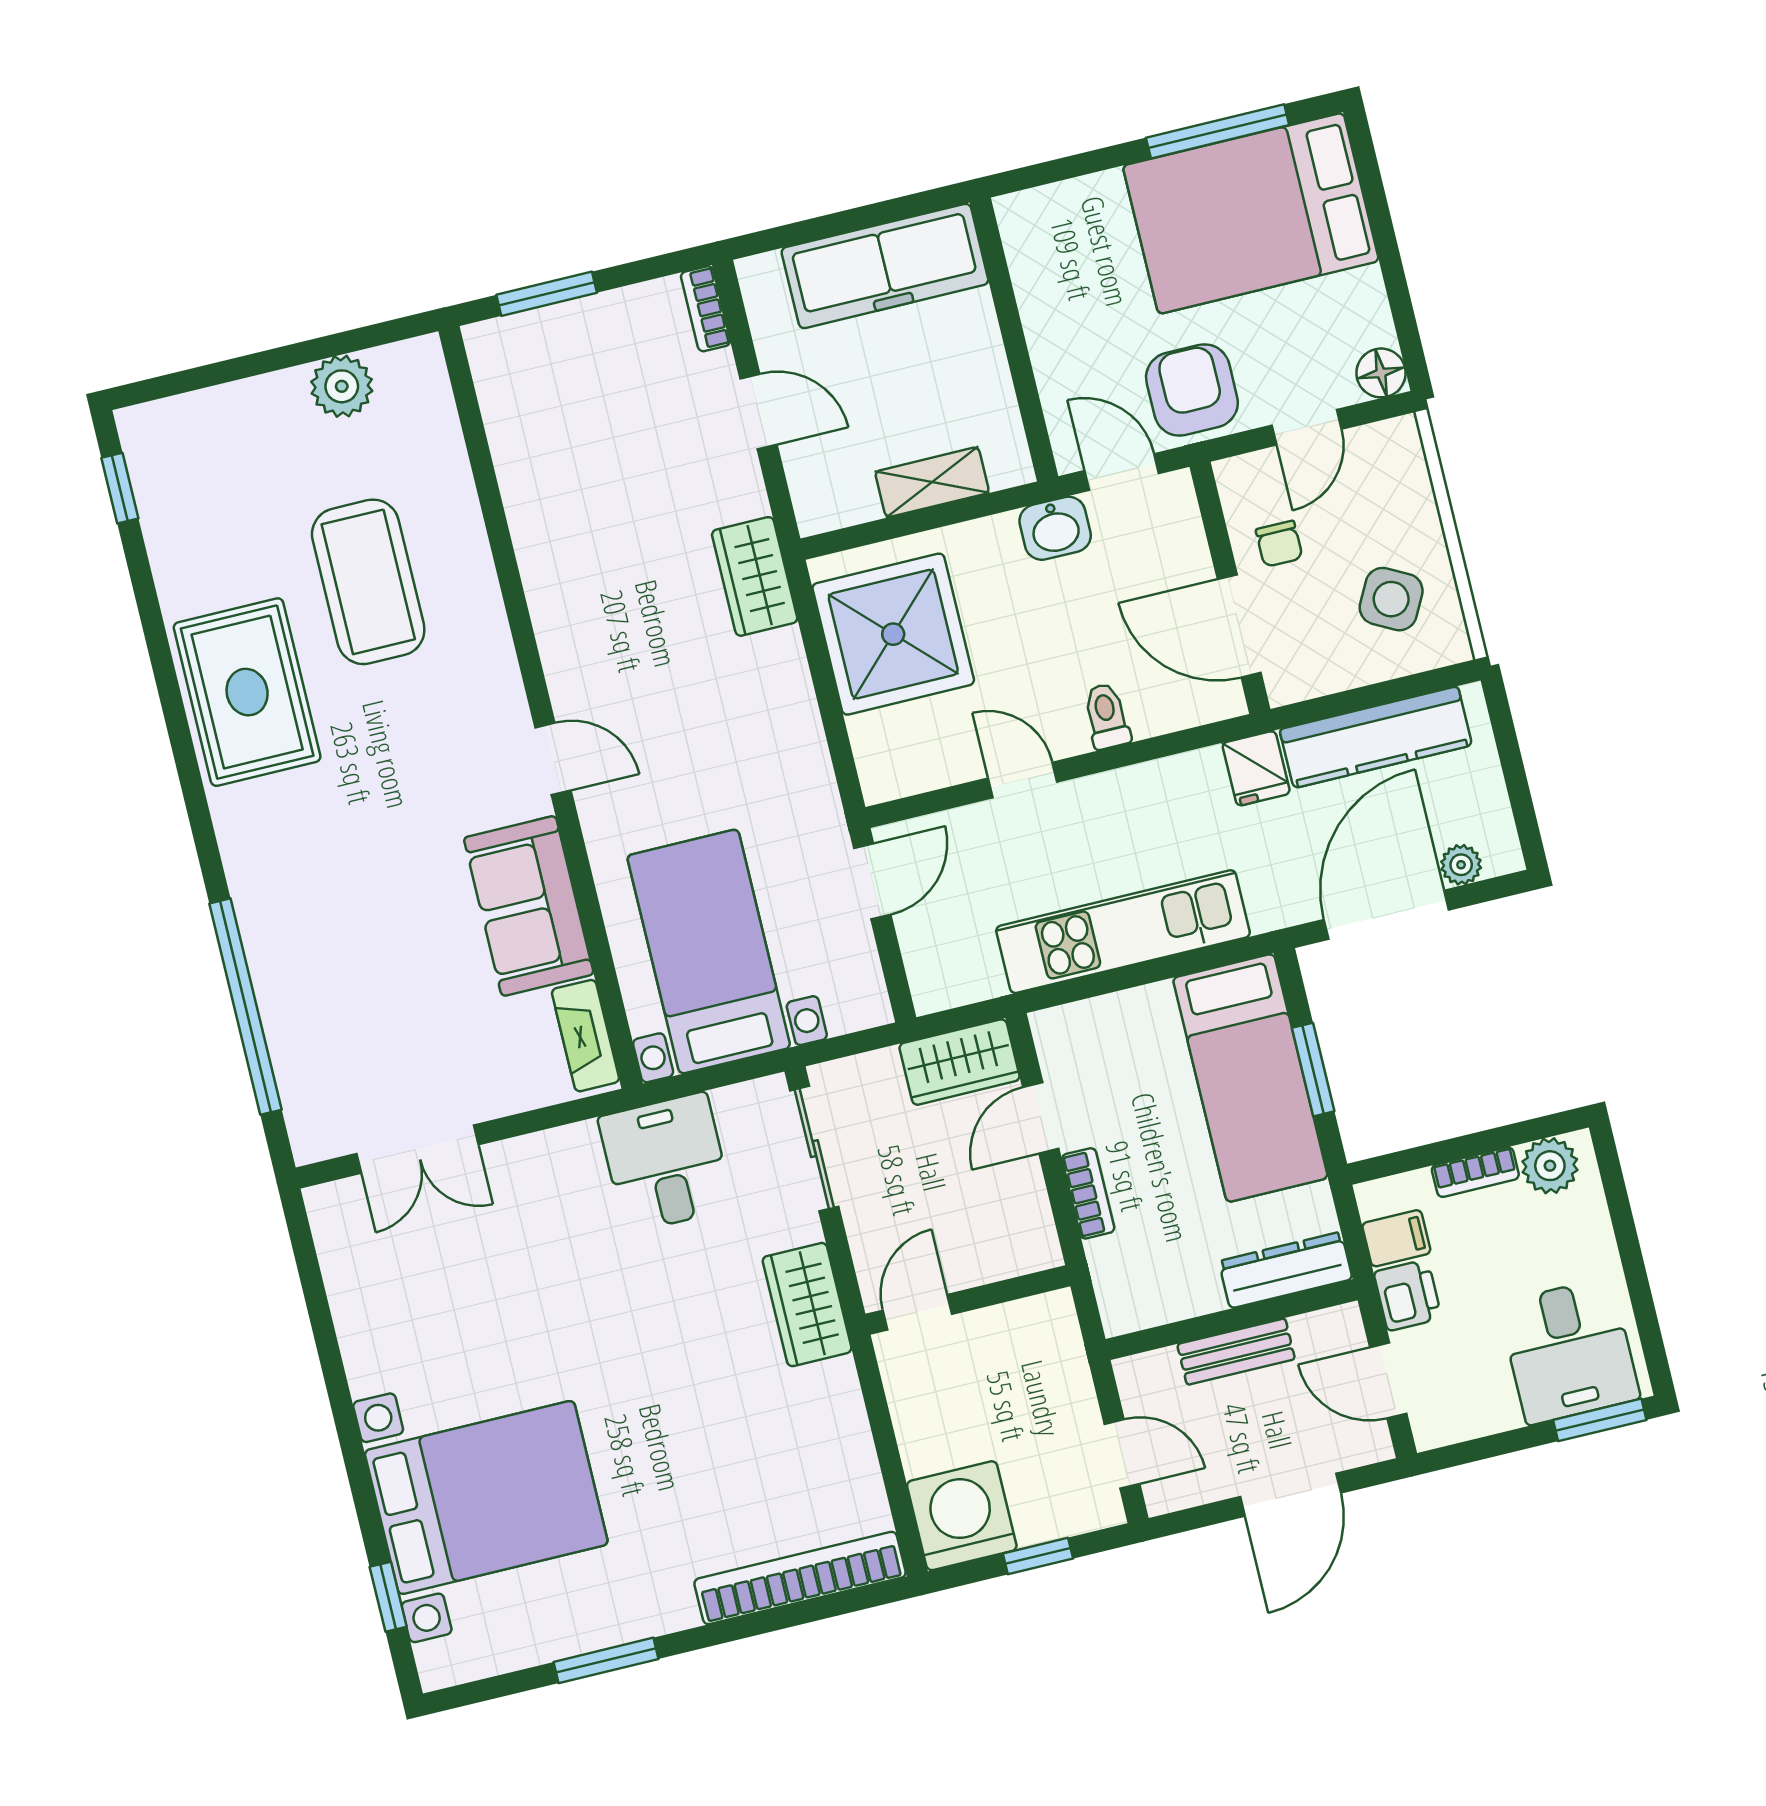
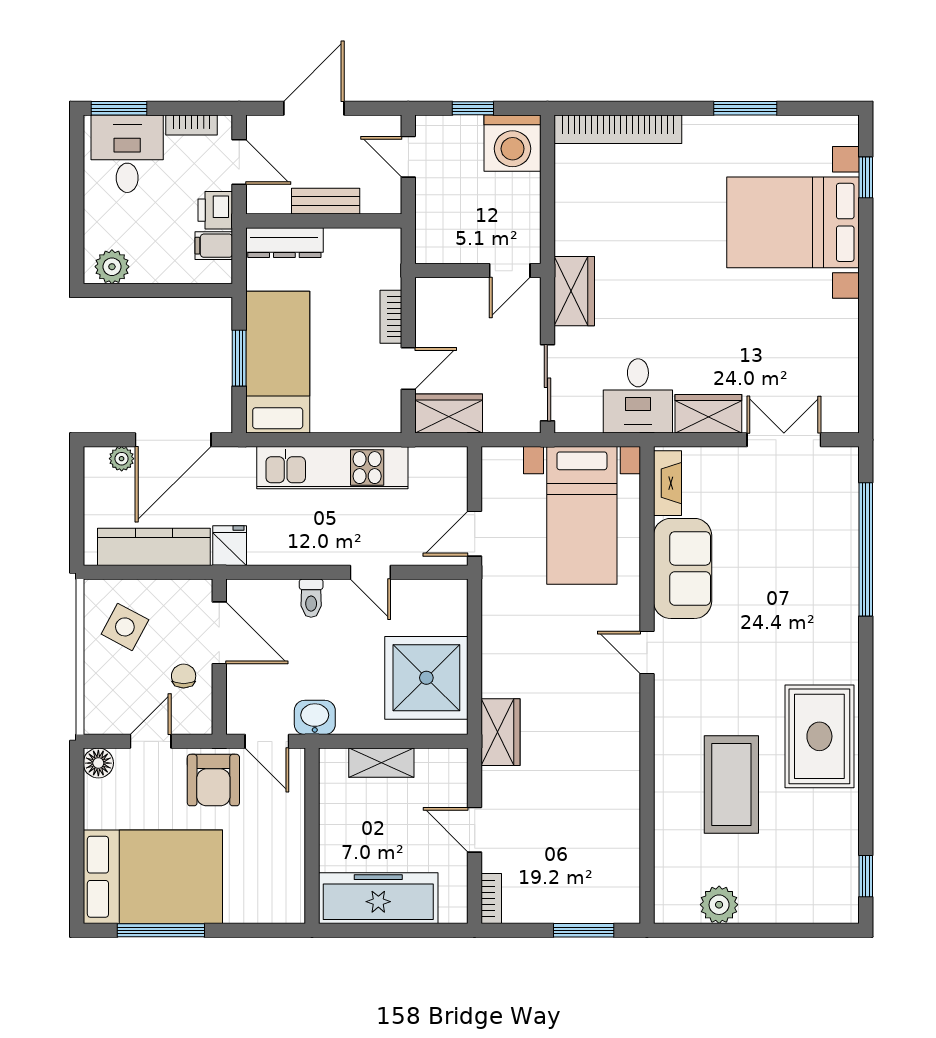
wardrobe: (547, 1161) -> (708, 414), added
bookcase: (1475, 1172) -> (191, 125), moved, turned 180

